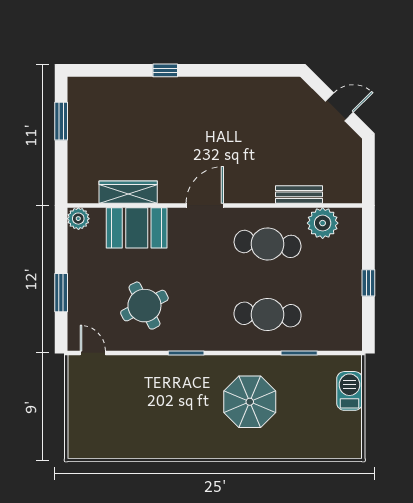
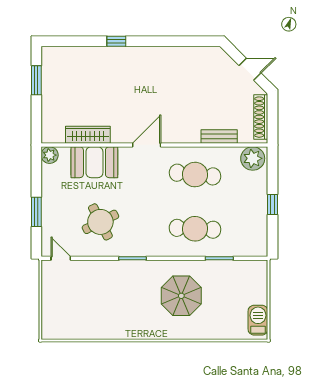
shoe rack: (353, 169) -> (261, 117), added
plant: (323, 223) -> (253, 158), moved
barbecue: (350, 391) -> (258, 320), moved

